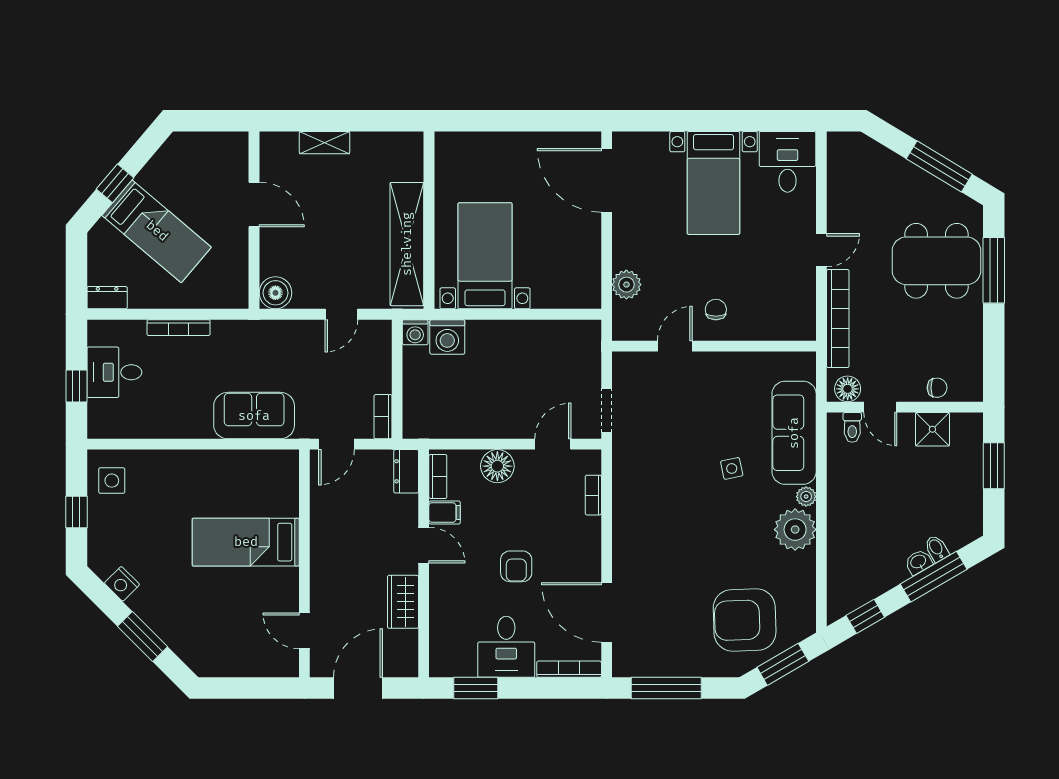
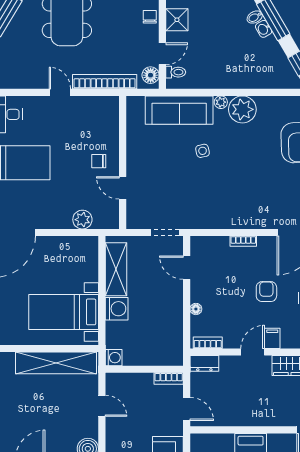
shelving: (550, 336) -> (116, 269), added
washing machine: (447, 337) -> (117, 309), moved
floor lamp: (497, 466) -> (196, 309), width x0.53, depth x0.53
bookcase: (593, 495) -> (243, 241), moved
filing cabinet: (445, 512) -> (272, 338), moved
armchair: (516, 566) -> (266, 292), turned -90

